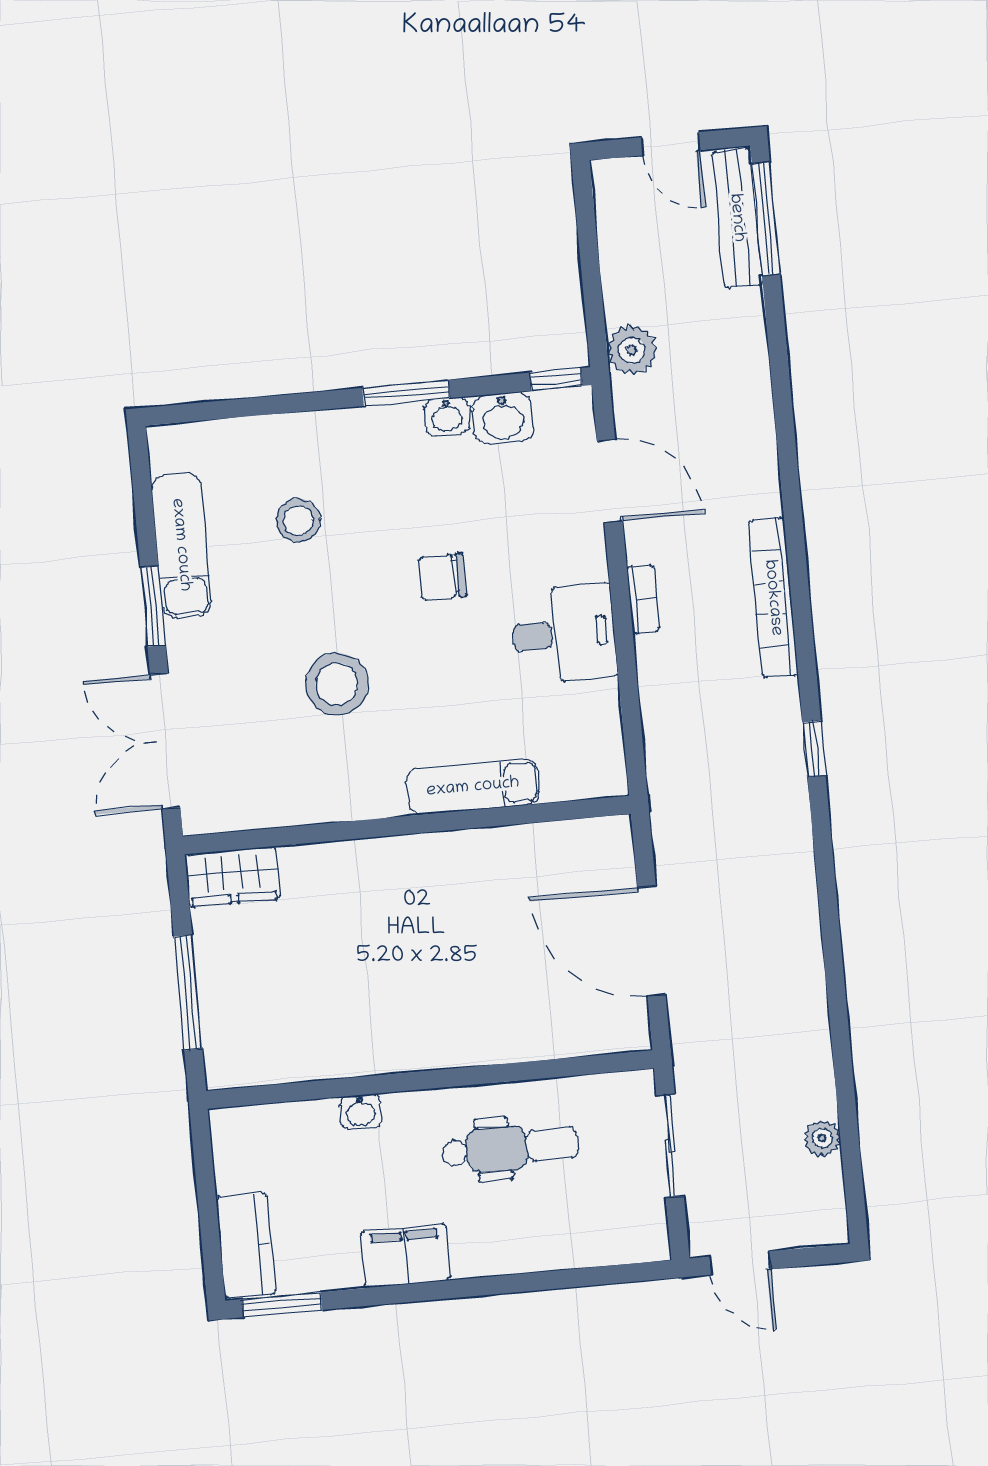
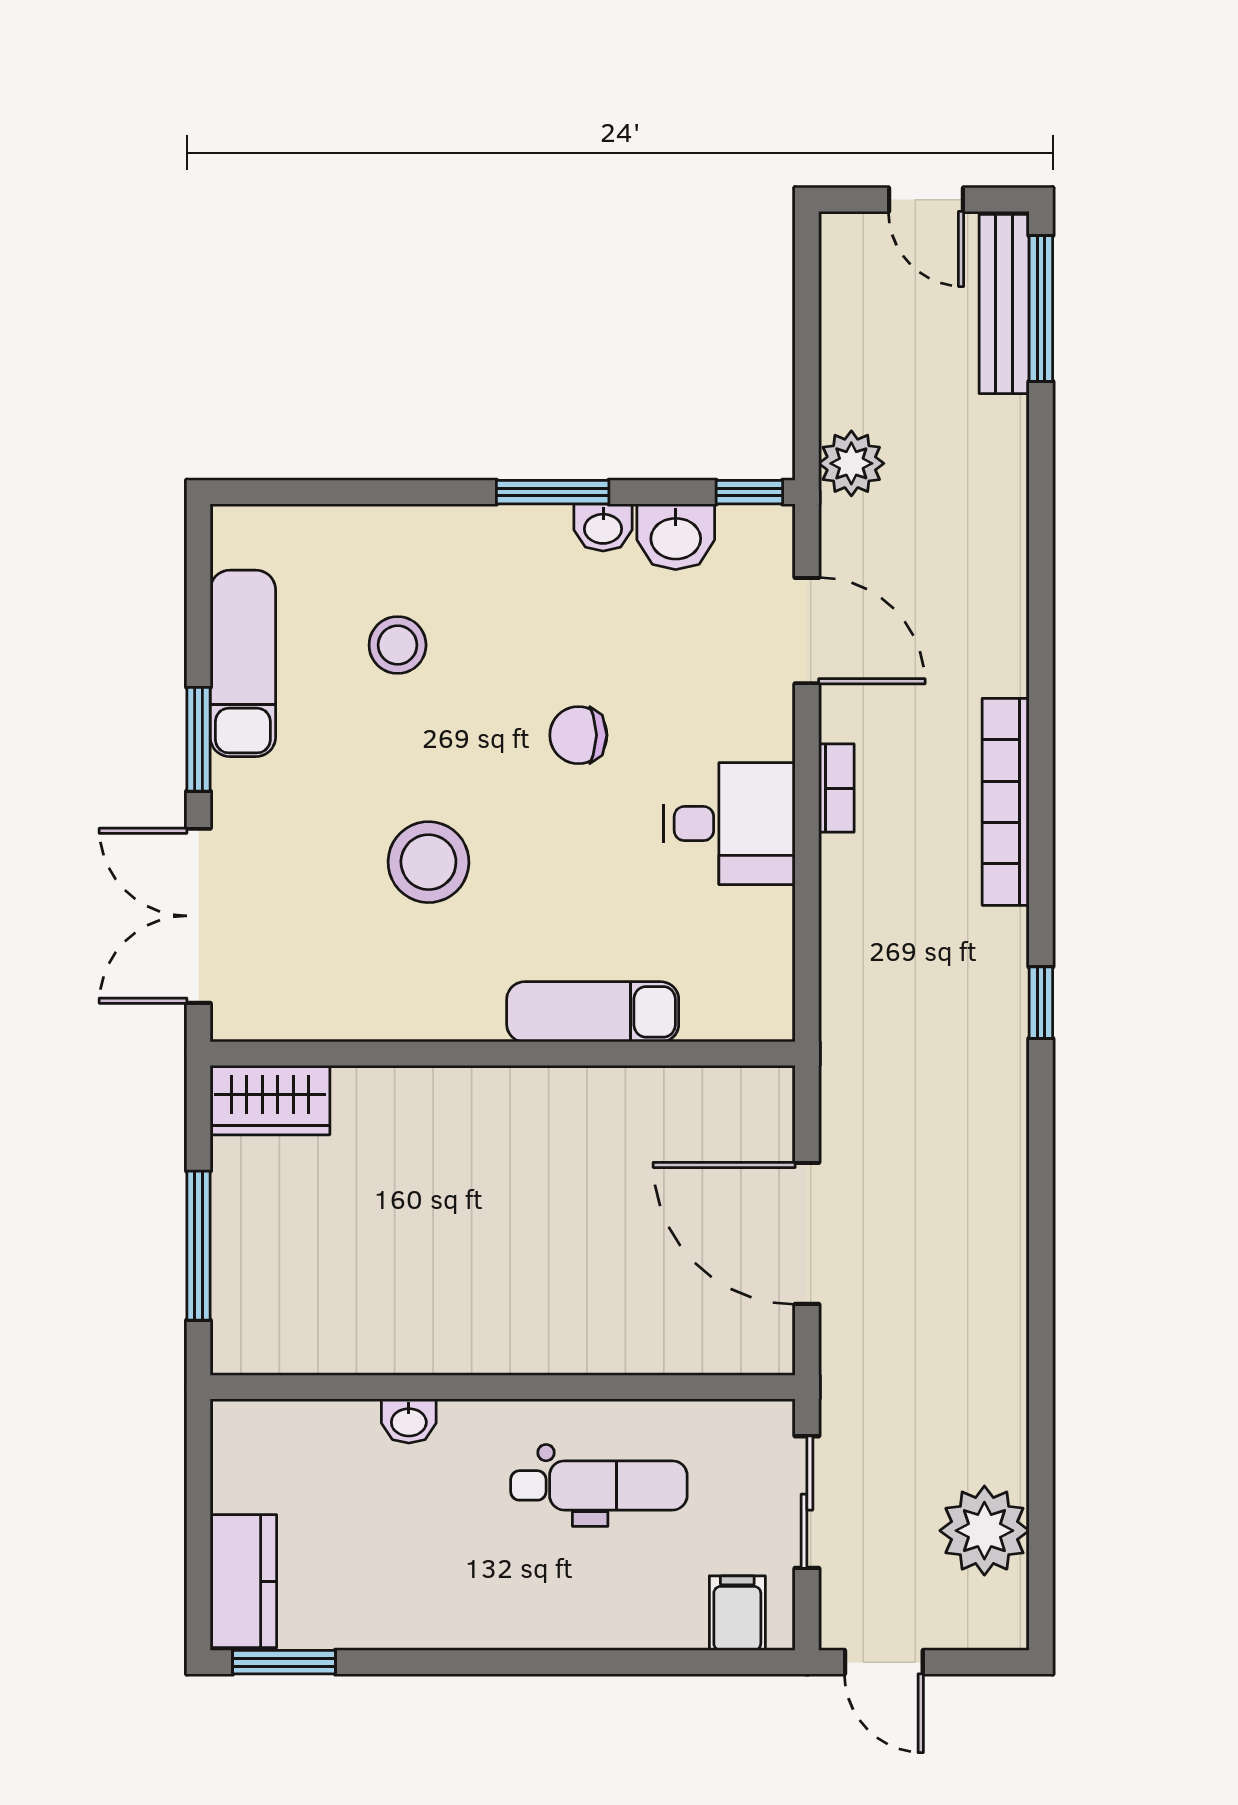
plant: (822, 1138) -> (984, 1531), width x1.87, depth x1.87
filing cabinet: (406, 1256) -> (737, 1613), moved, width x0.50

